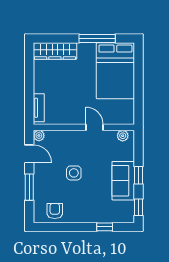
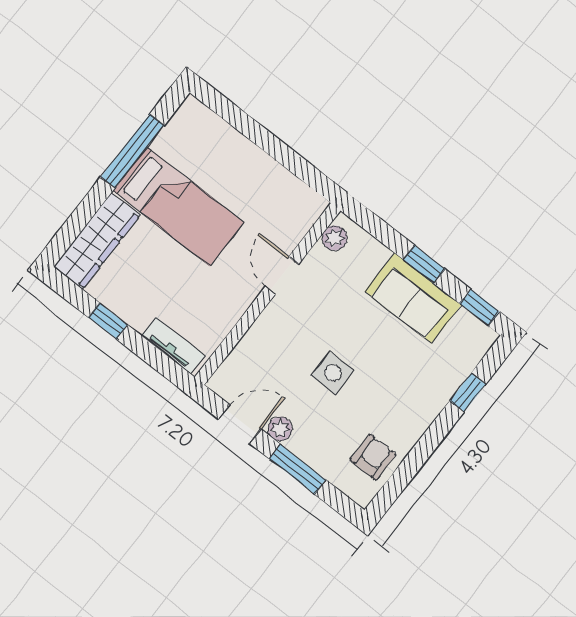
bed: (115, 71) -> (178, 207), moved, width x0.67
window: (29, 78) -> (108, 321), added
door: (95, 127) -> (282, 275), hinge flipped
plant: (39, 136) -> (280, 429), moved
armchair: (55, 211) -> (373, 457), turned 90

